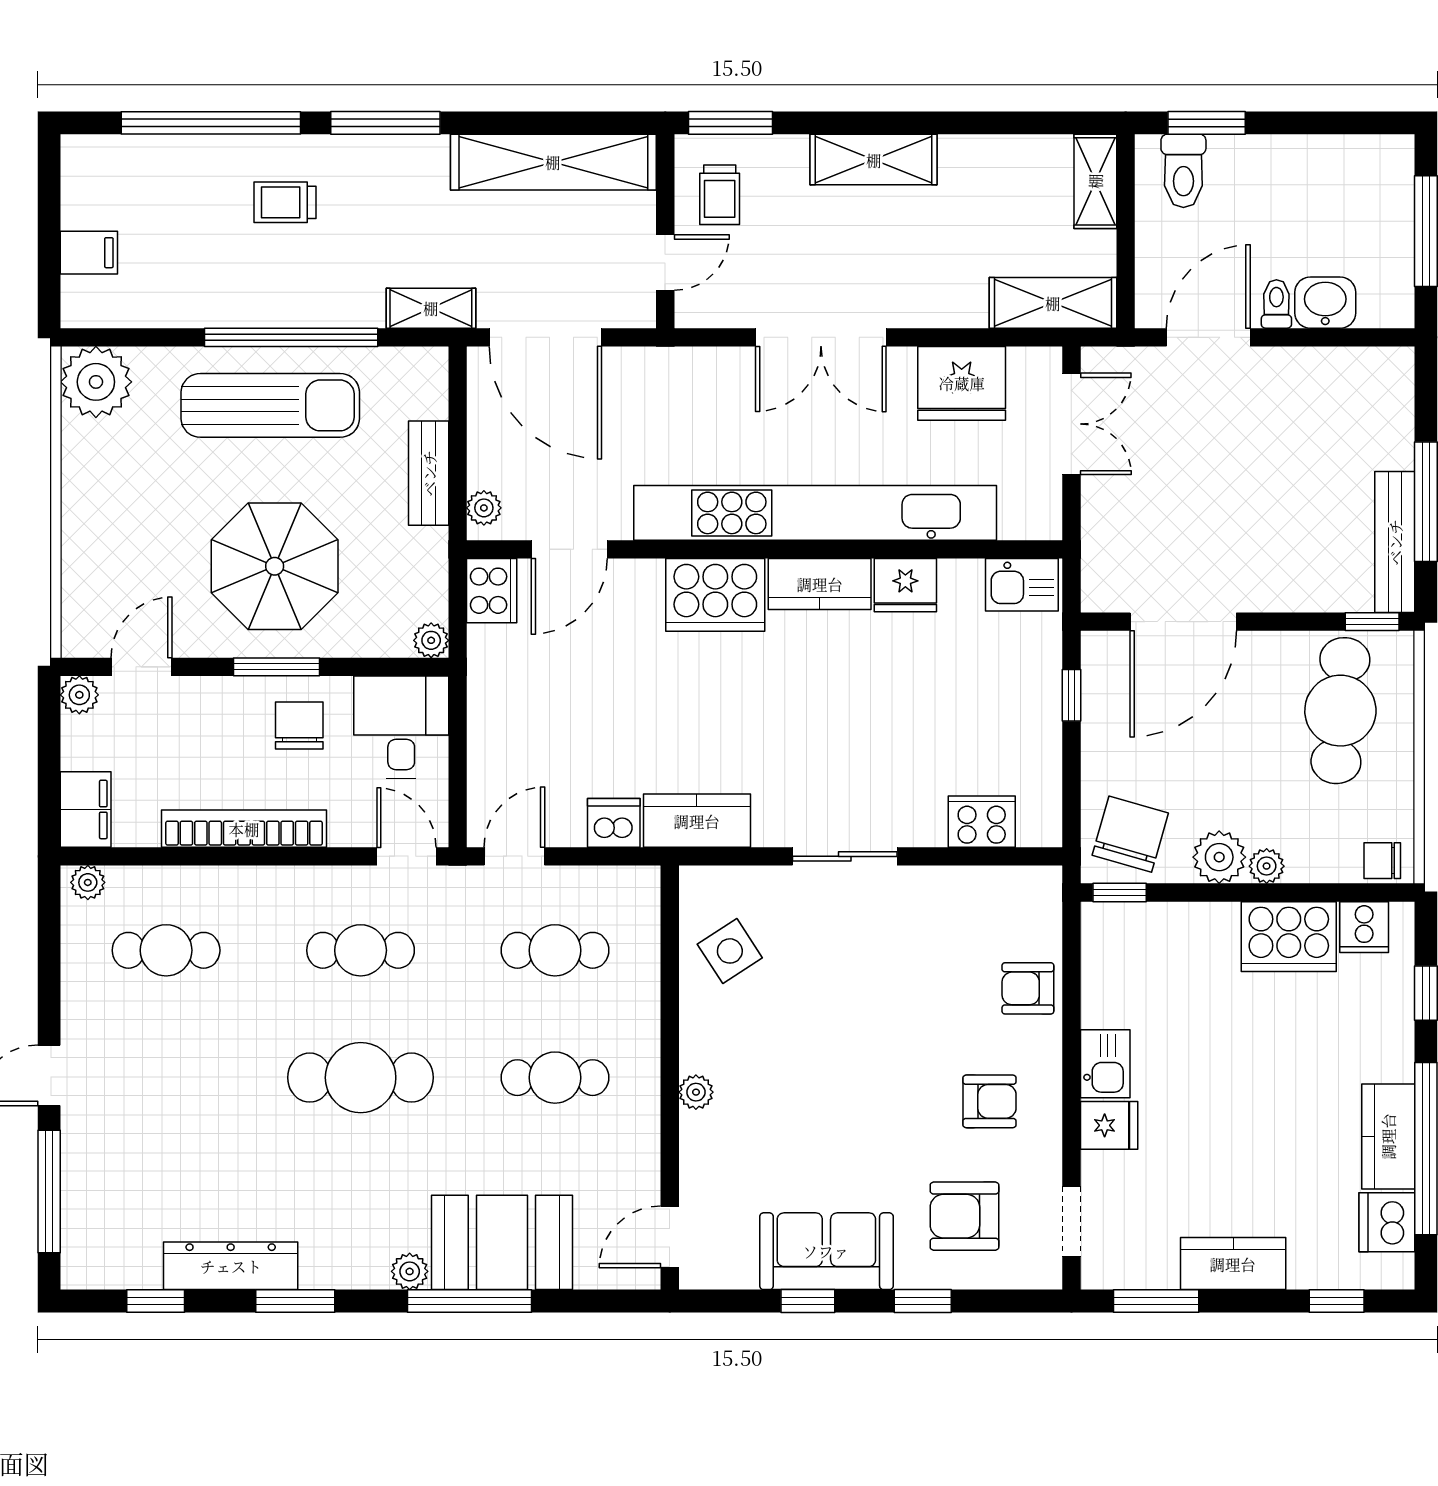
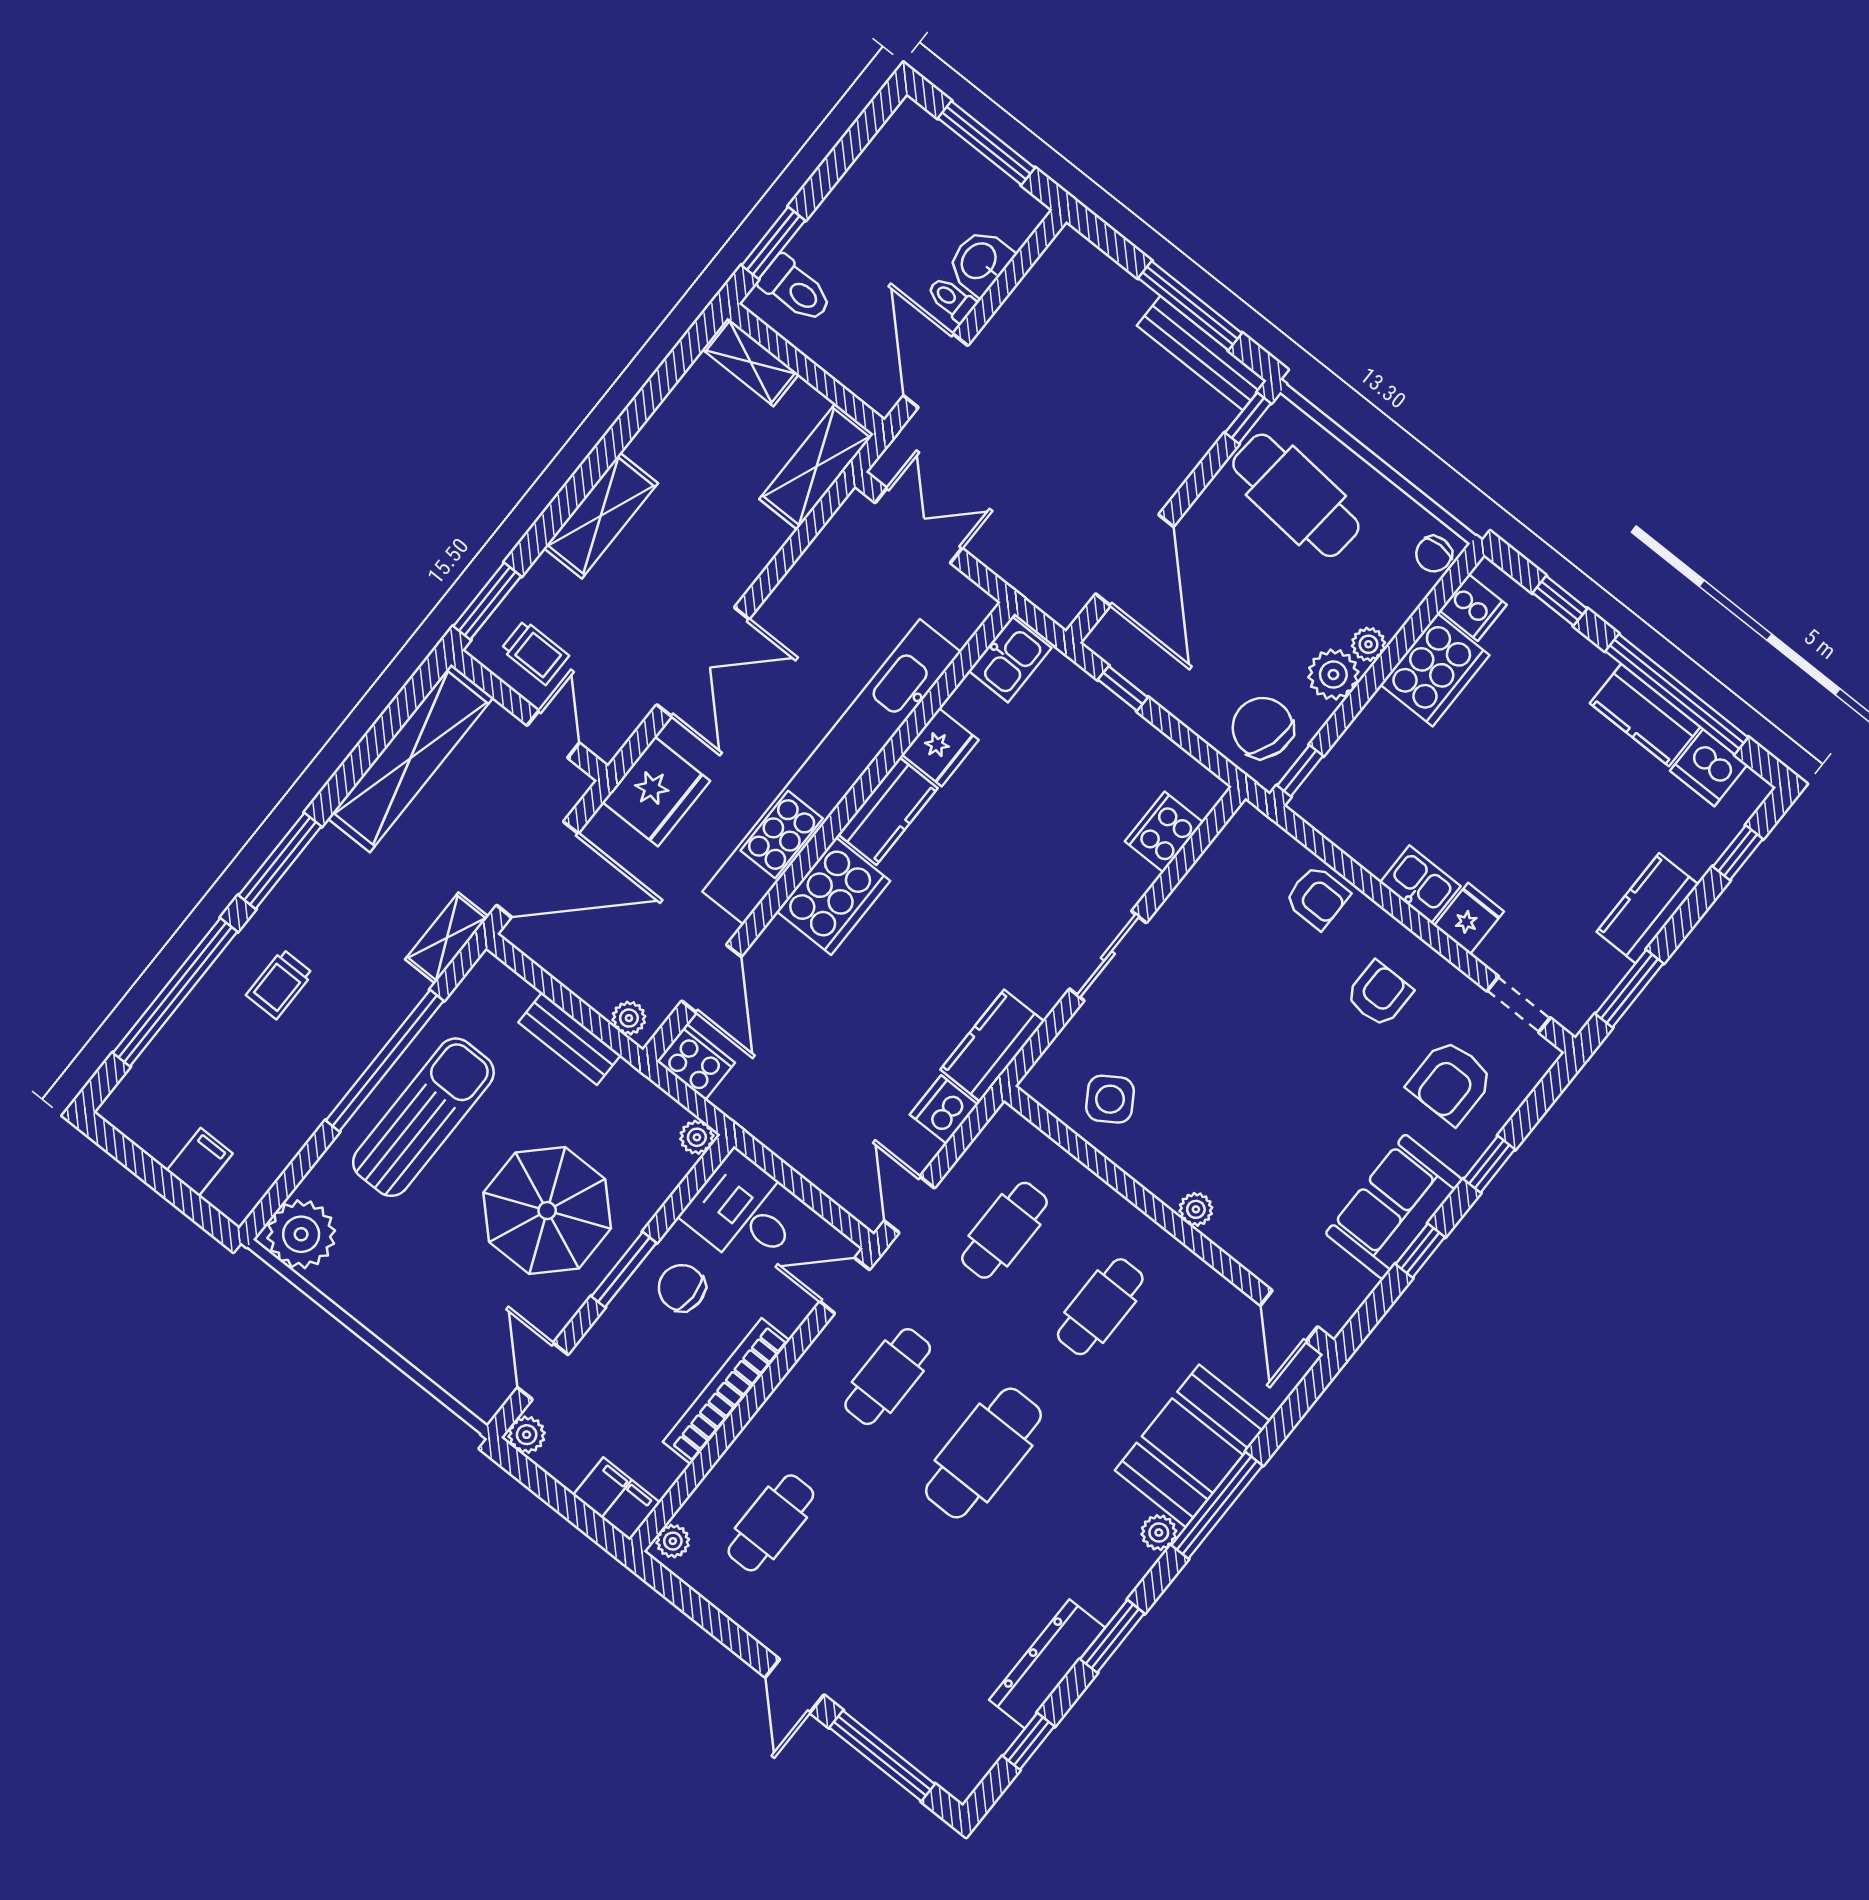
fridge: (962, 383) -> (656, 792), moved
armchair: (1028, 988) -> (1317, 897), turned -90

